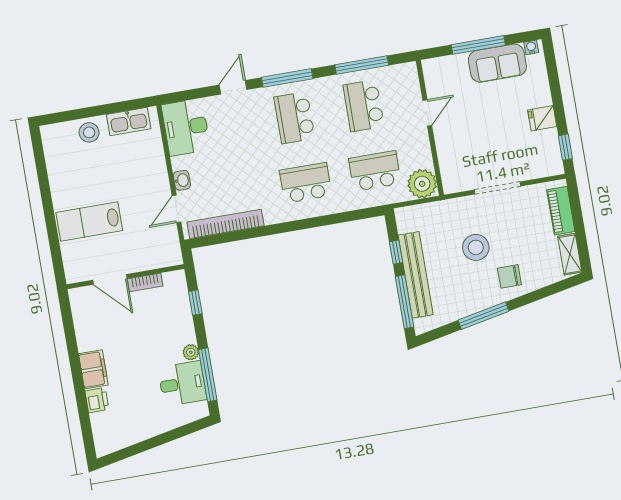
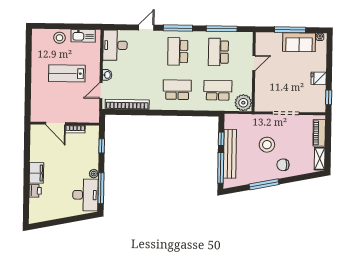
lab bench: (89, 222) -> (67, 73), moved
desk: (182, 384) -> (85, 195), width x1.37

